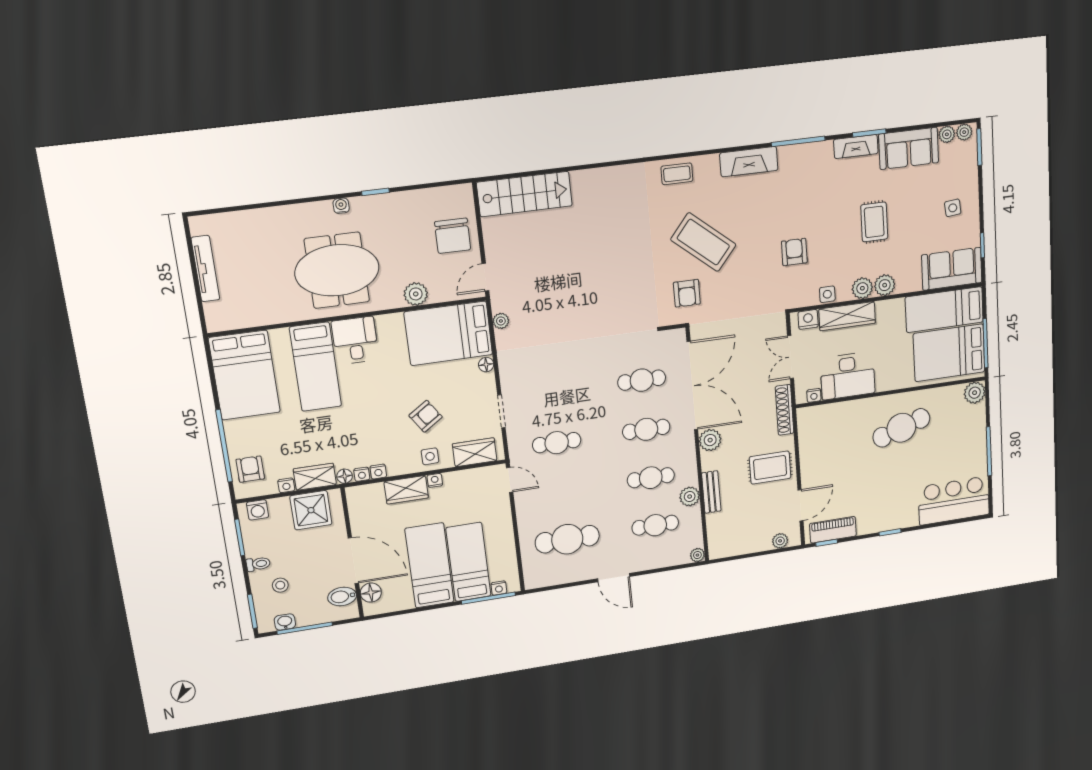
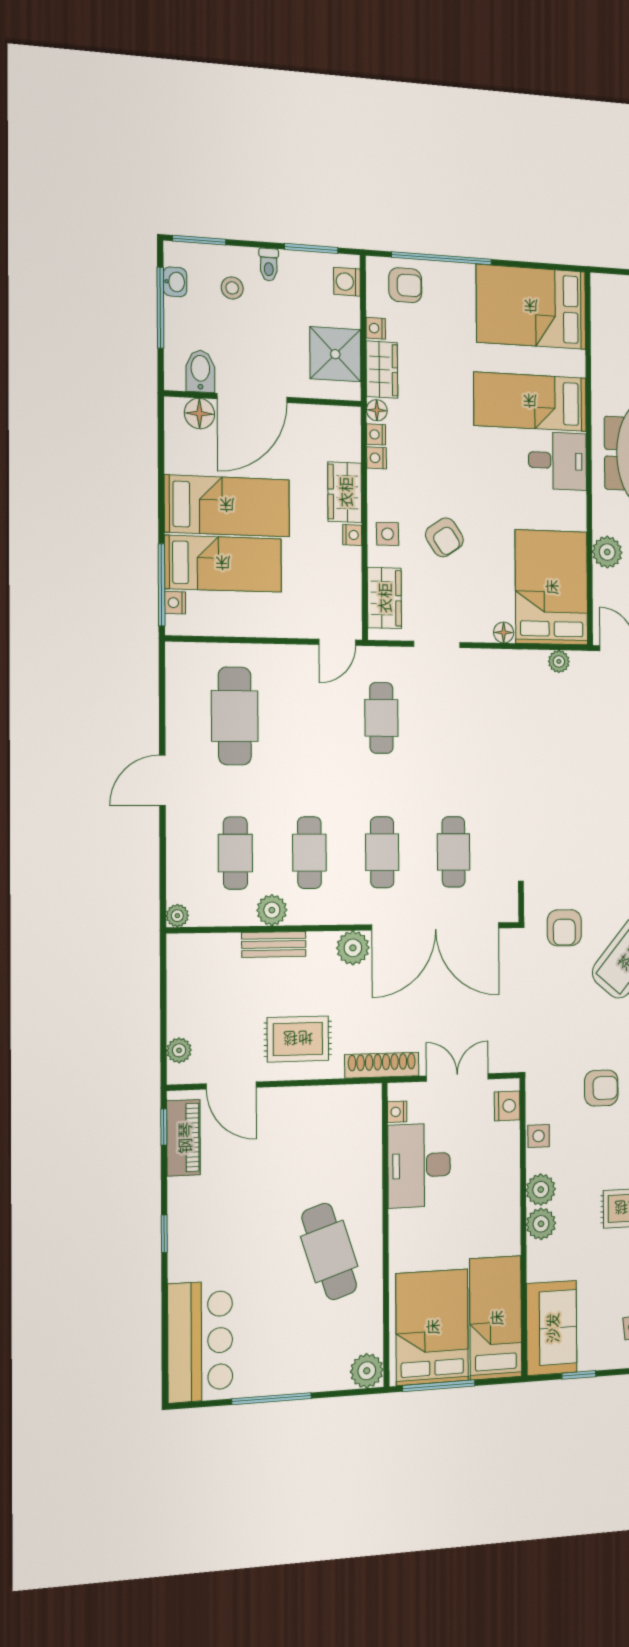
armchair: (687, 293) -> (564, 928), turned -90
wardrobe: (847, 316) -> (505, 1166), removed
rug: (770, 468) -> (298, 1039), turned 90

